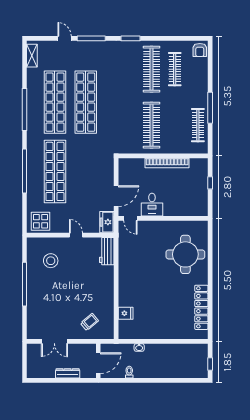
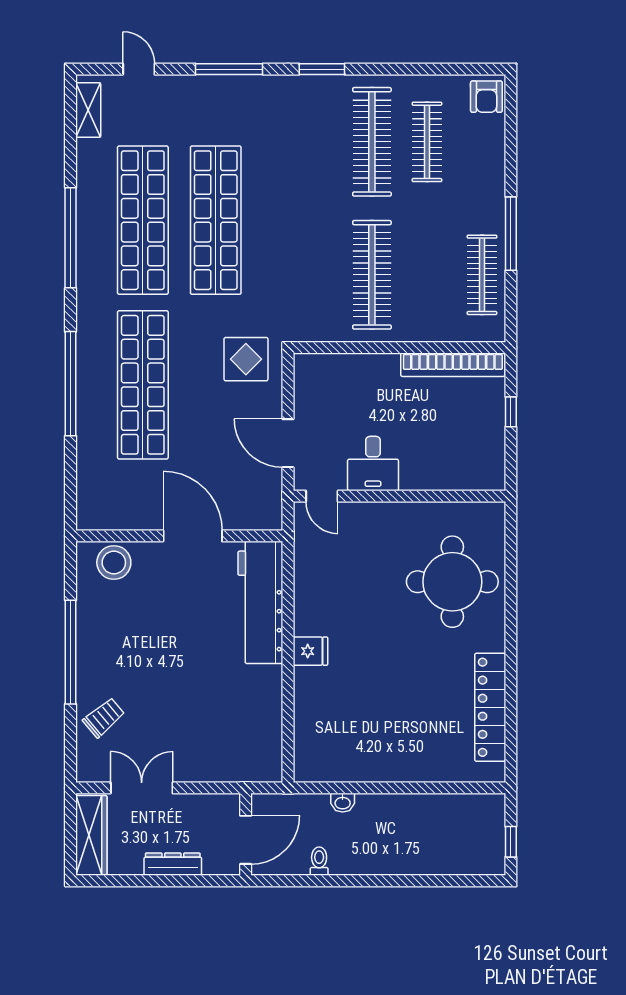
door: (65, 38) -> (139, 69), moved
bookcase: (167, 163) -> (453, 365), moved
door: (116, 196) -> (288, 443), swing flipped
display table: (40, 221) -> (246, 359), moved
freezer: (107, 222) -> (266, 505), removed
door: (76, 235) -> (193, 536), width x1.87
workbench: (107, 251) -> (260, 602), width x1.87, depth x1.32
stool: (51, 261) -> (114, 563), moved
fridge: (126, 313) -> (310, 651), moved
trolley: (90, 322) -> (104, 718), moved
double door: (54, 341) -> (142, 788), swing flipped
wardrobe: (33, 361) -> (91, 835), added

